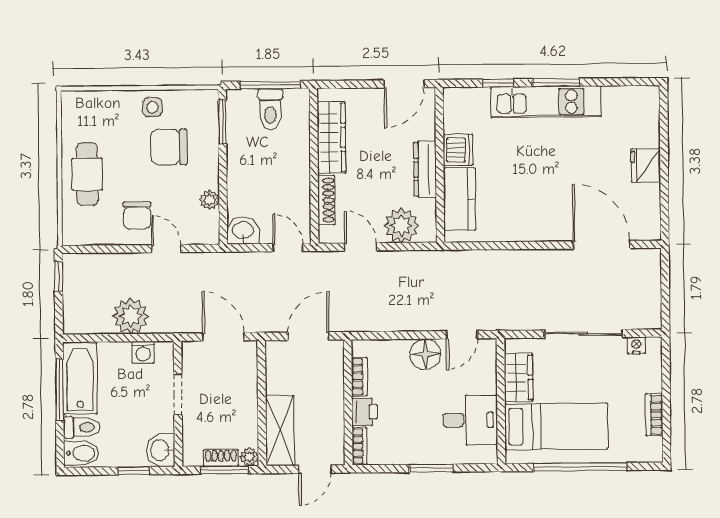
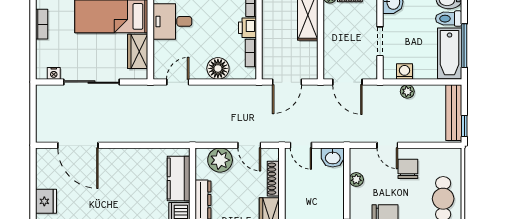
bench: (73, 295) -> (454, 113), added
plant: (131, 316) -> (407, 91), width x0.53, depth x0.53
floor lamp: (425, 354) -> (218, 68), moved

